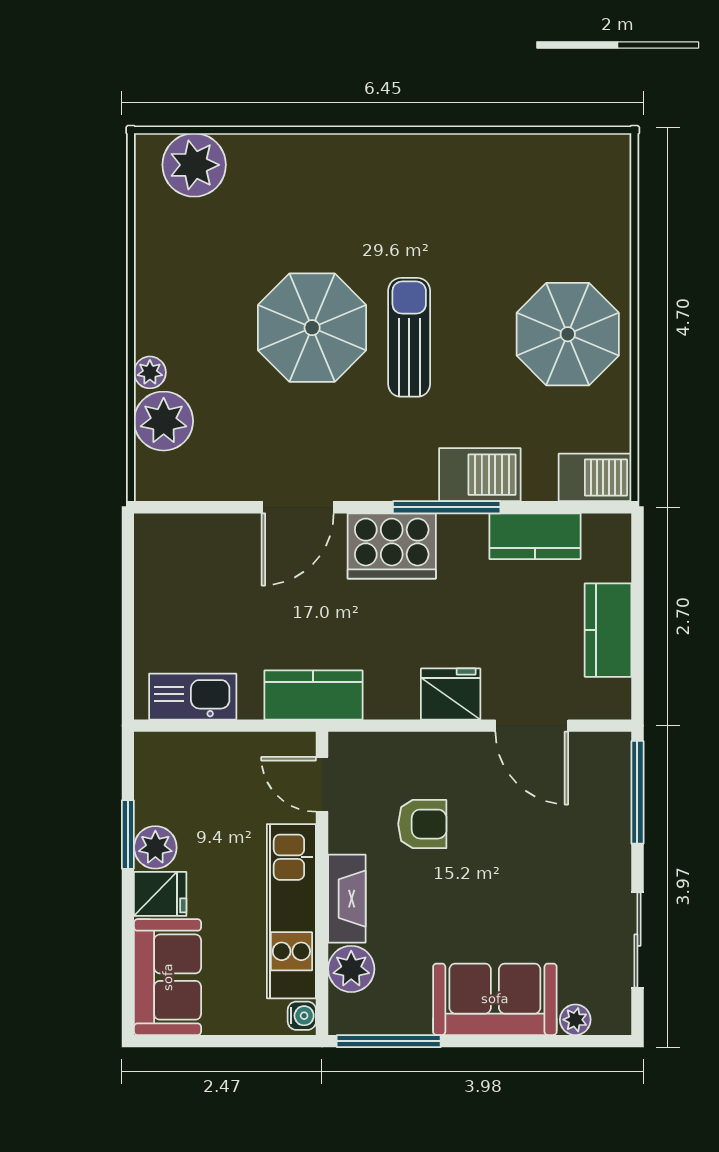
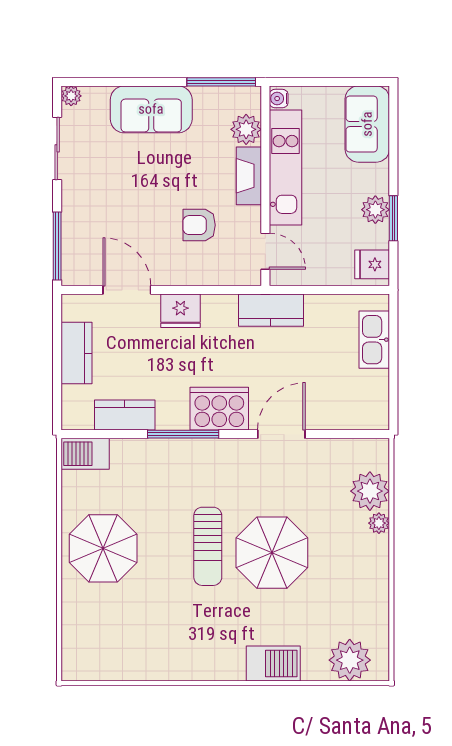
barbecue: (480, 475) -> (273, 663), moved, turned 180
kitchen sink: (193, 697) -> (374, 340), moved, turned 90
fridge: (160, 894) -> (372, 264), moved
plant: (575, 1020) -> (71, 96), moved

